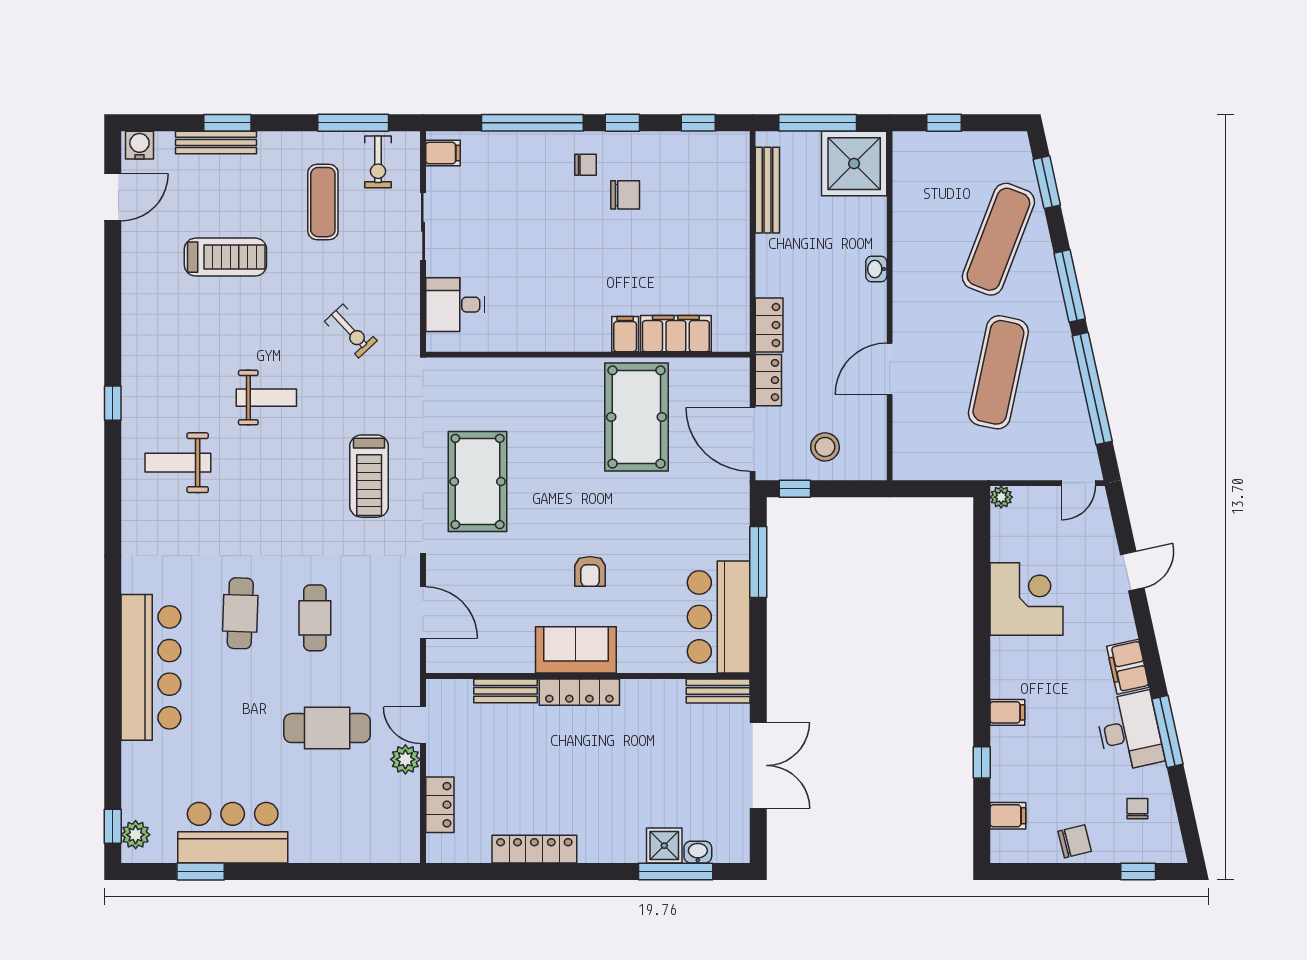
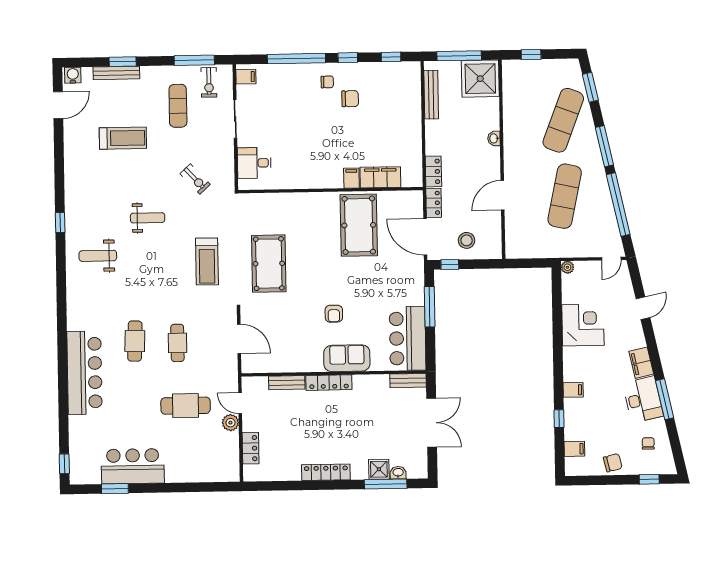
sofa: (576, 650) -> (347, 358), moved
plant: (136, 835) -> (77, 468), removed
locker: (534, 849) -> (326, 472), moved

